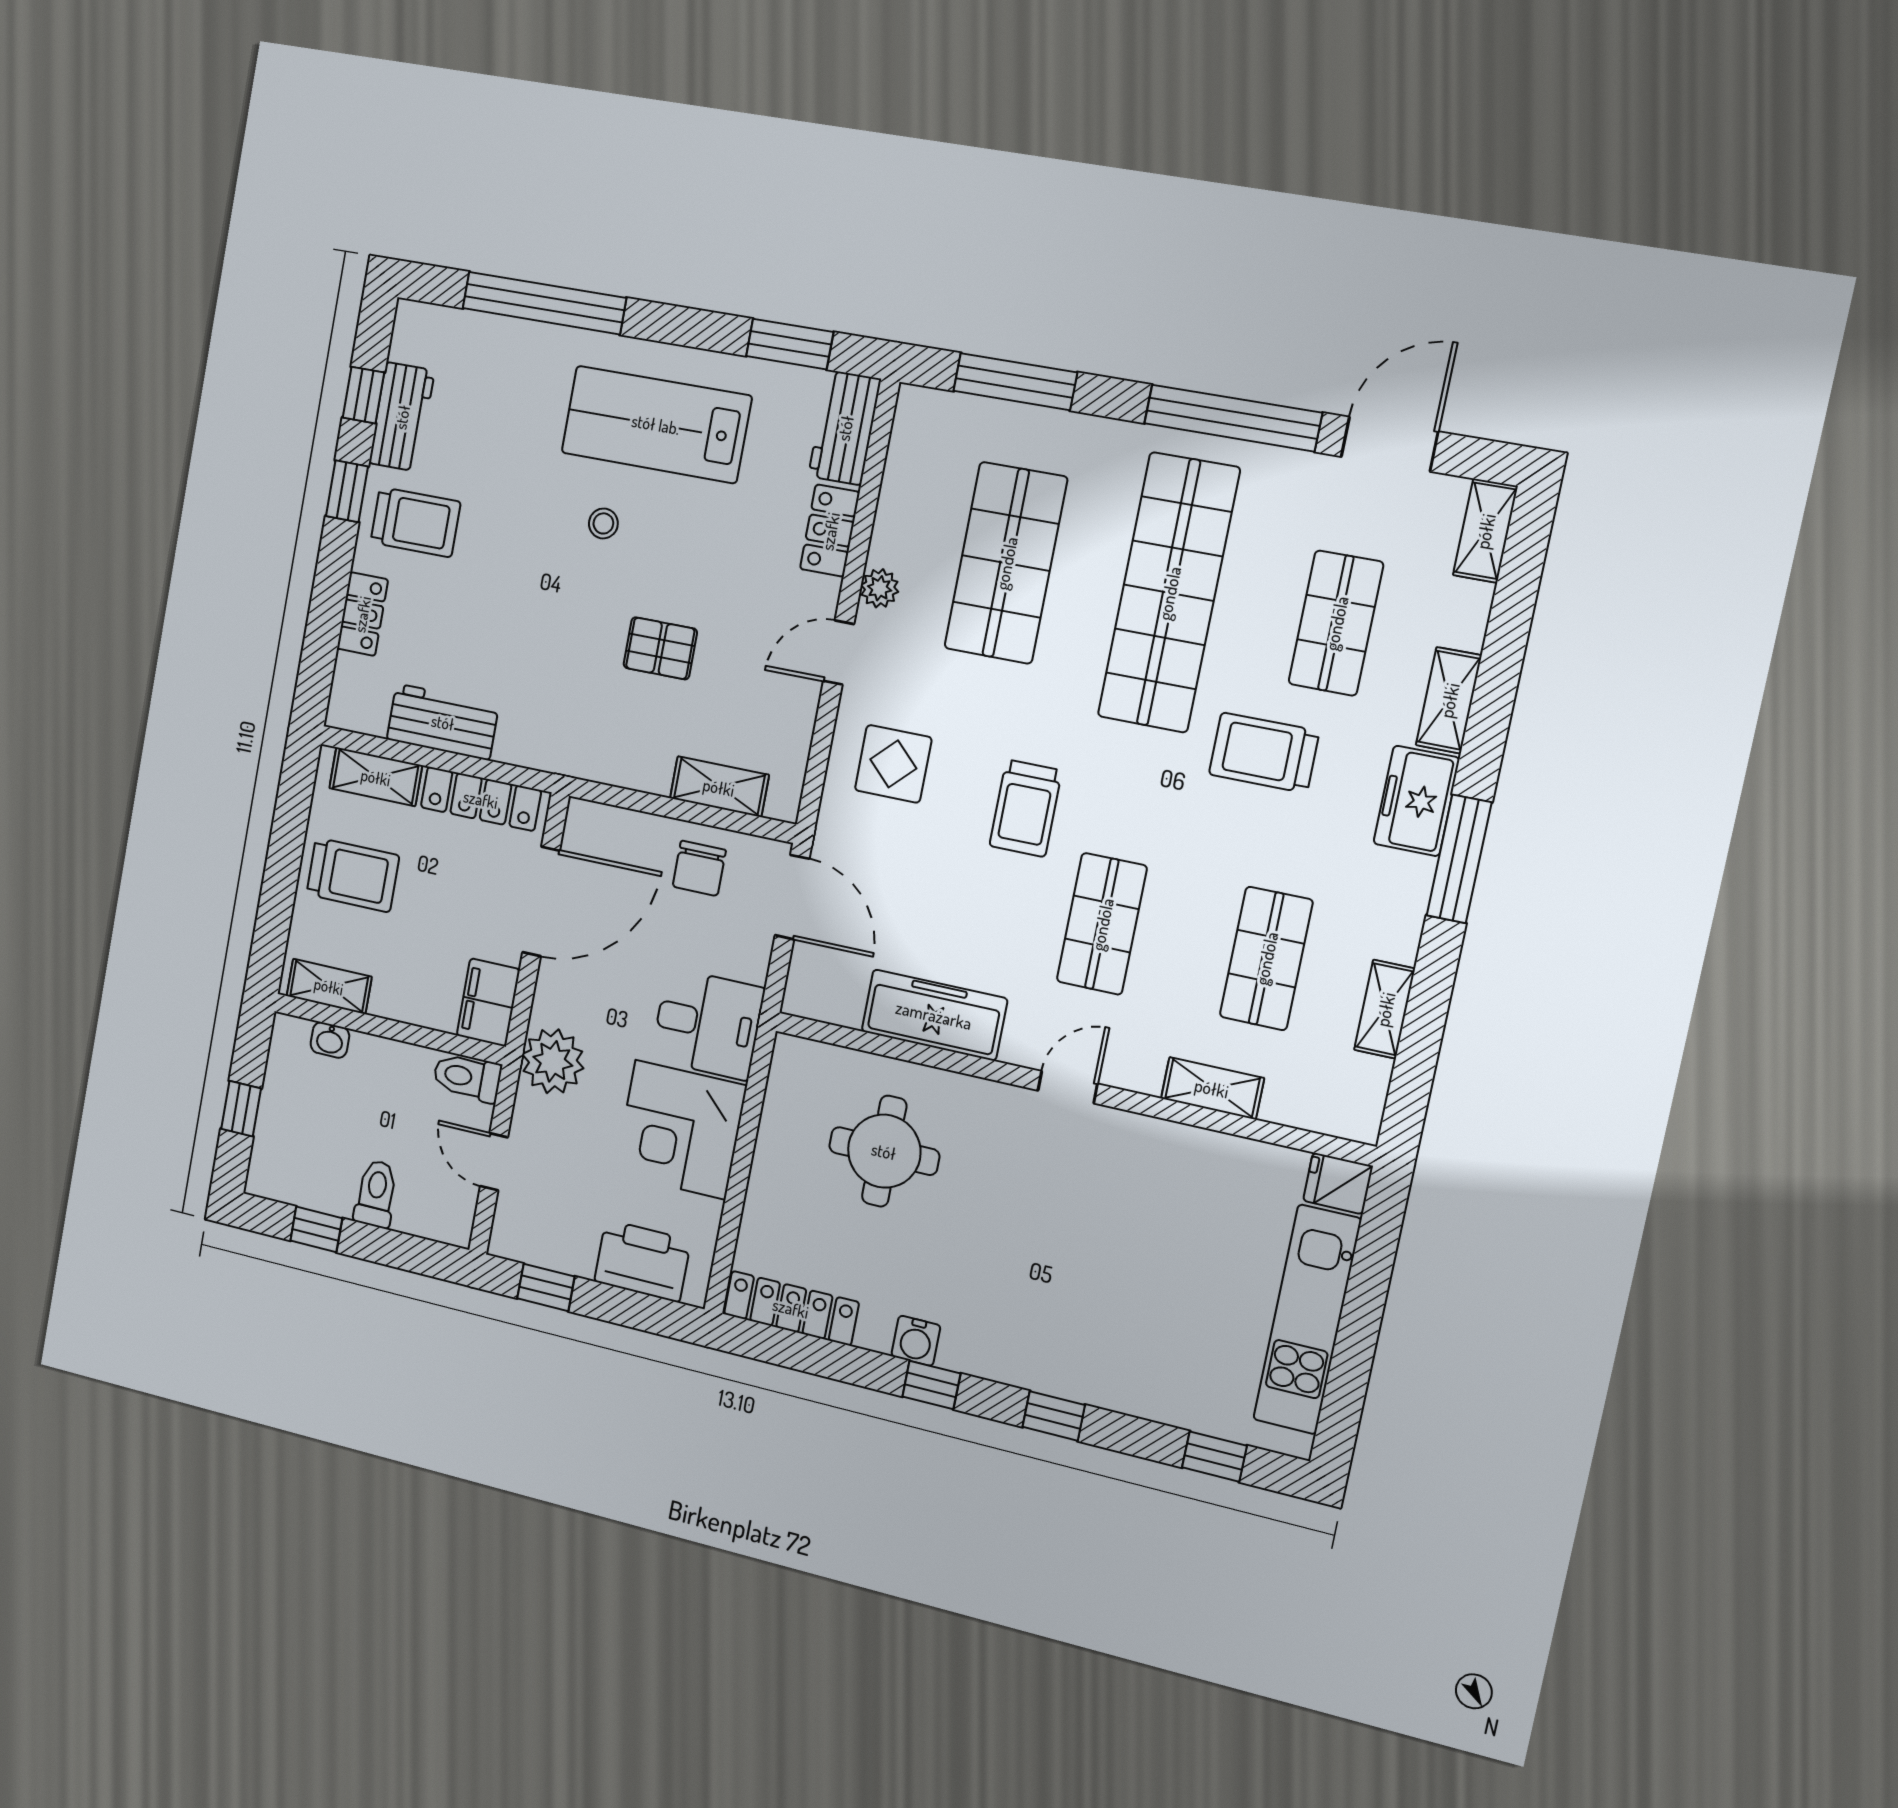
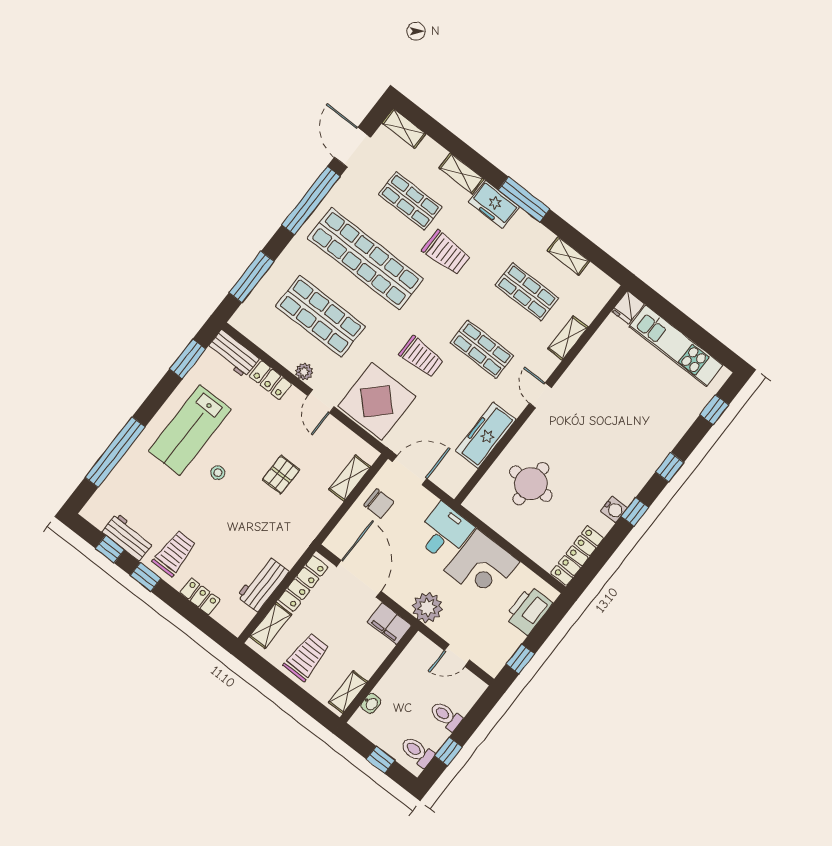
trolley: (1264, 753) -> (446, 253), turned -90
display table: (893, 764) -> (377, 401), width x1.86, depth x1.86
toilet: (467, 1077) -> (417, 752), moved, turned 90

